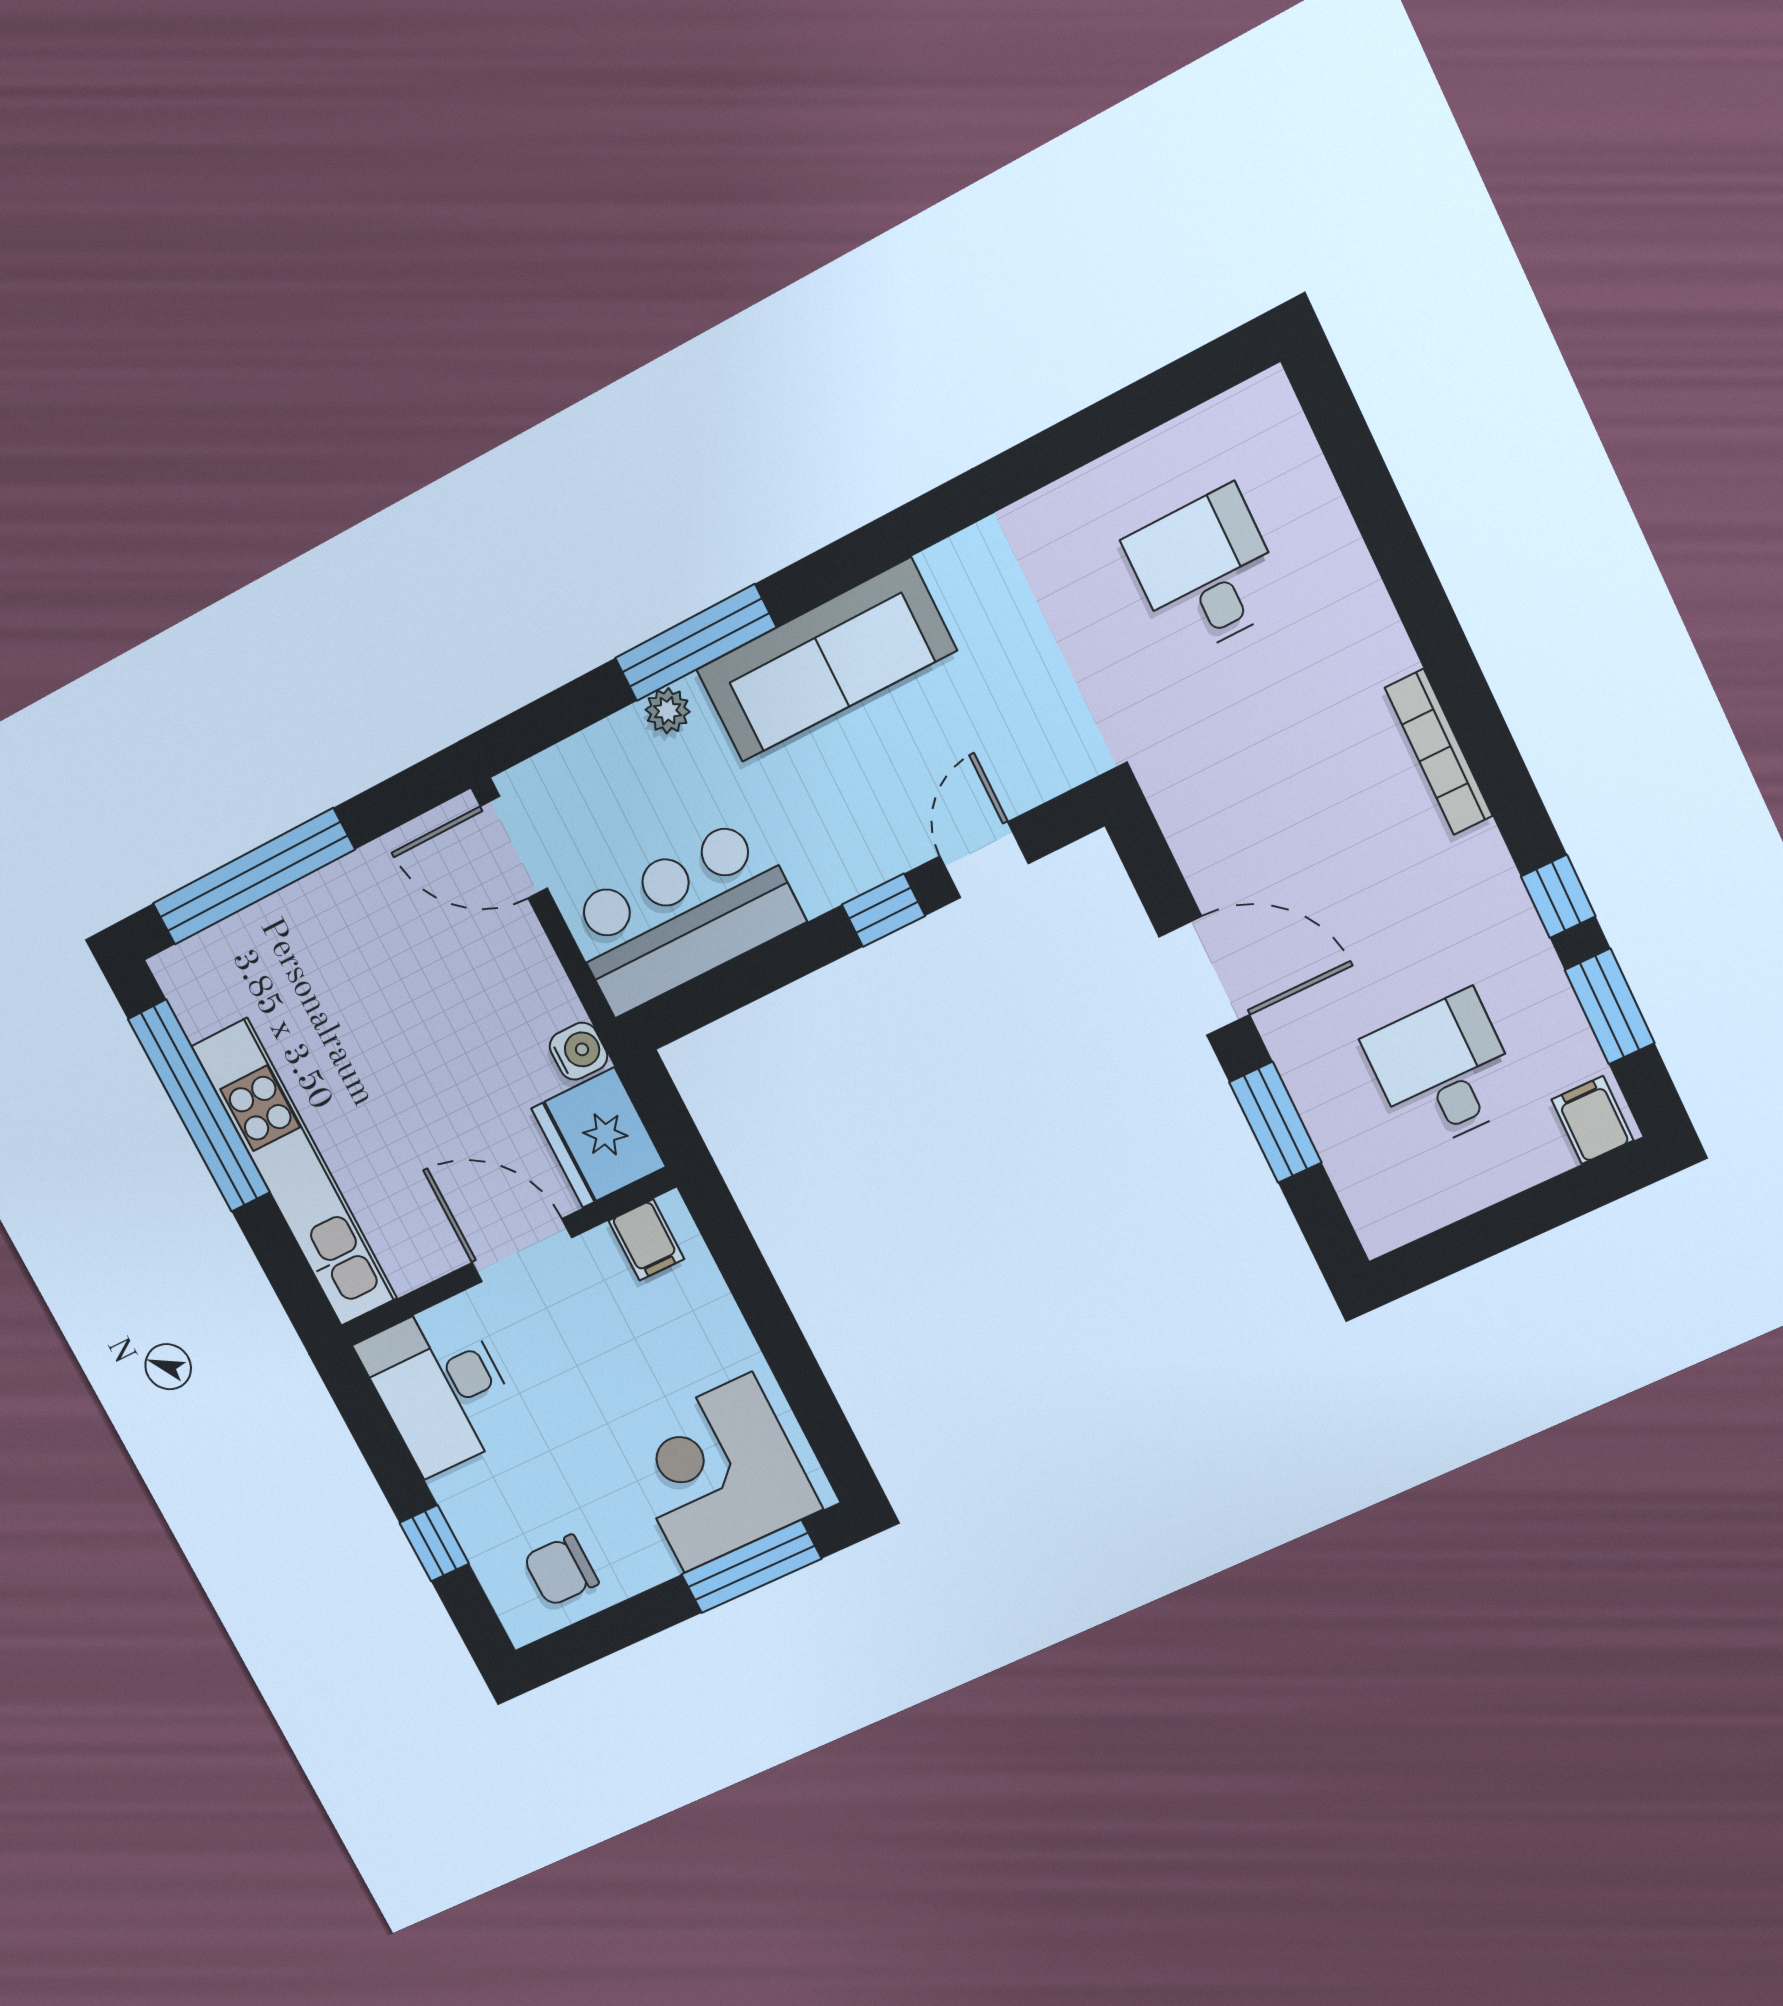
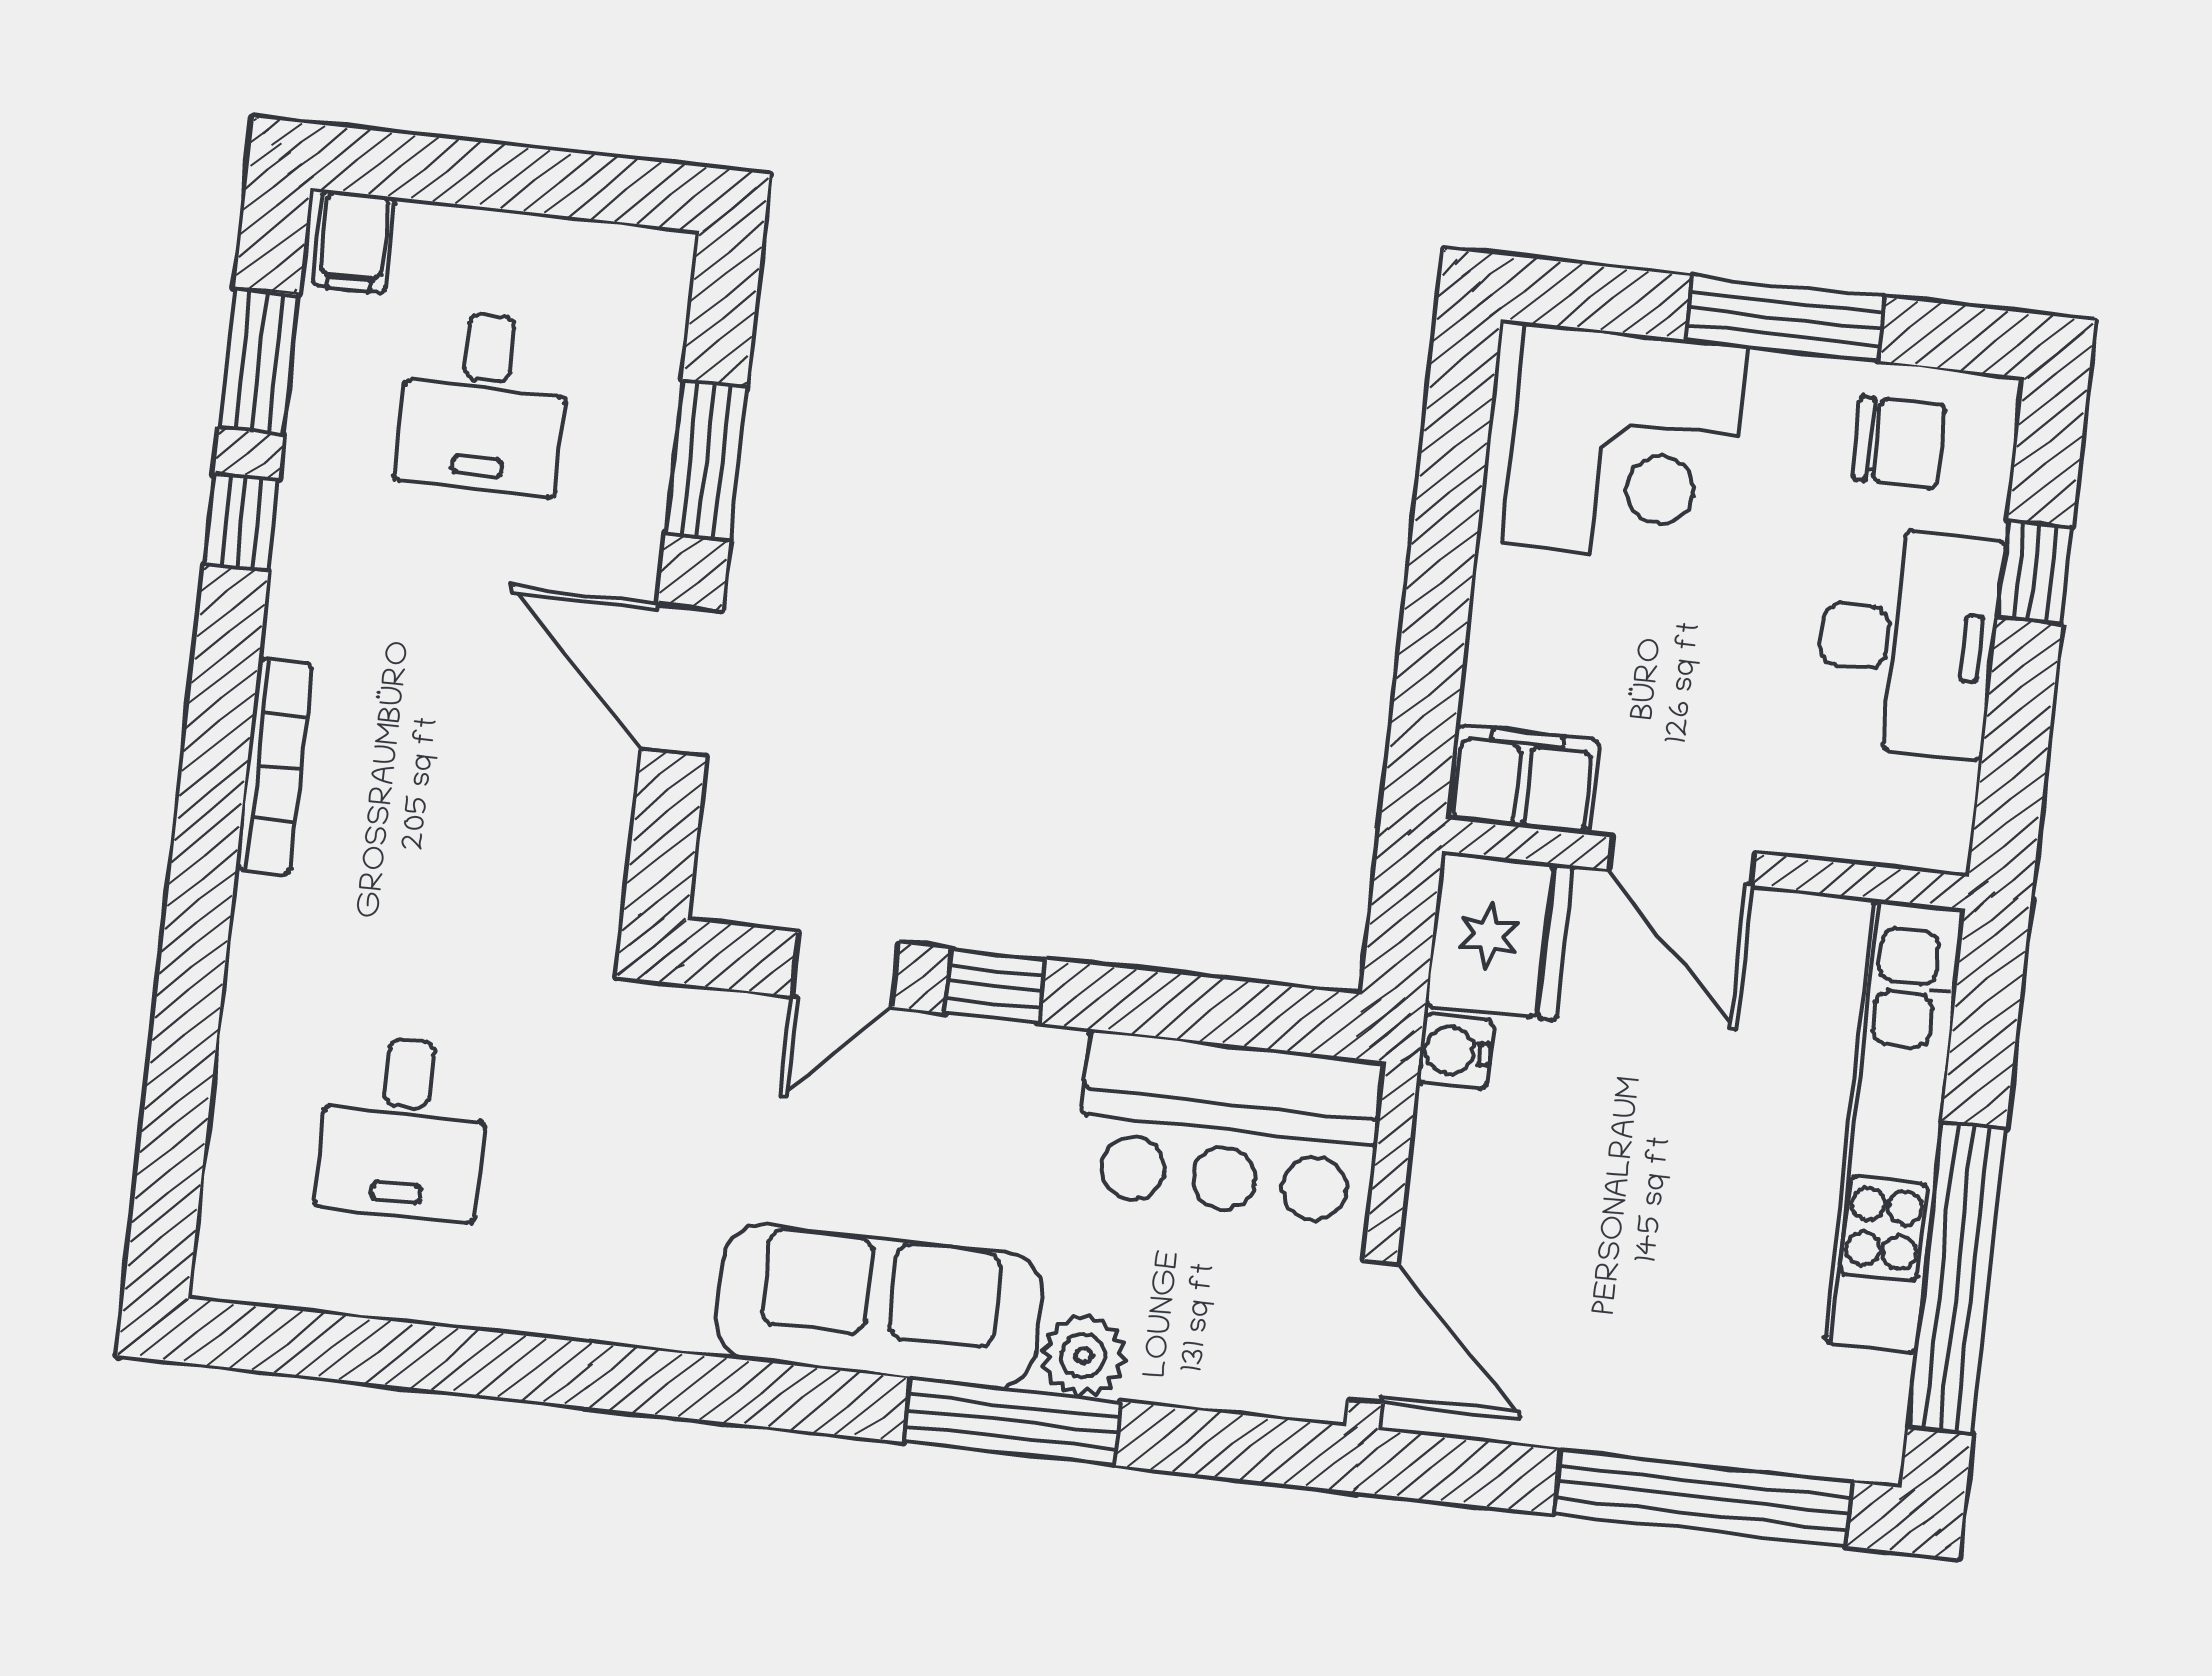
plant: (668, 711) -> (1083, 1355), width x1.38, depth x1.38
filing cabinet: (646, 1240) -> (1523, 780), width x2.00
desk: (440, 1388) -> (1908, 642), moved
window: (751, 1567) -> (1786, 319), moved

